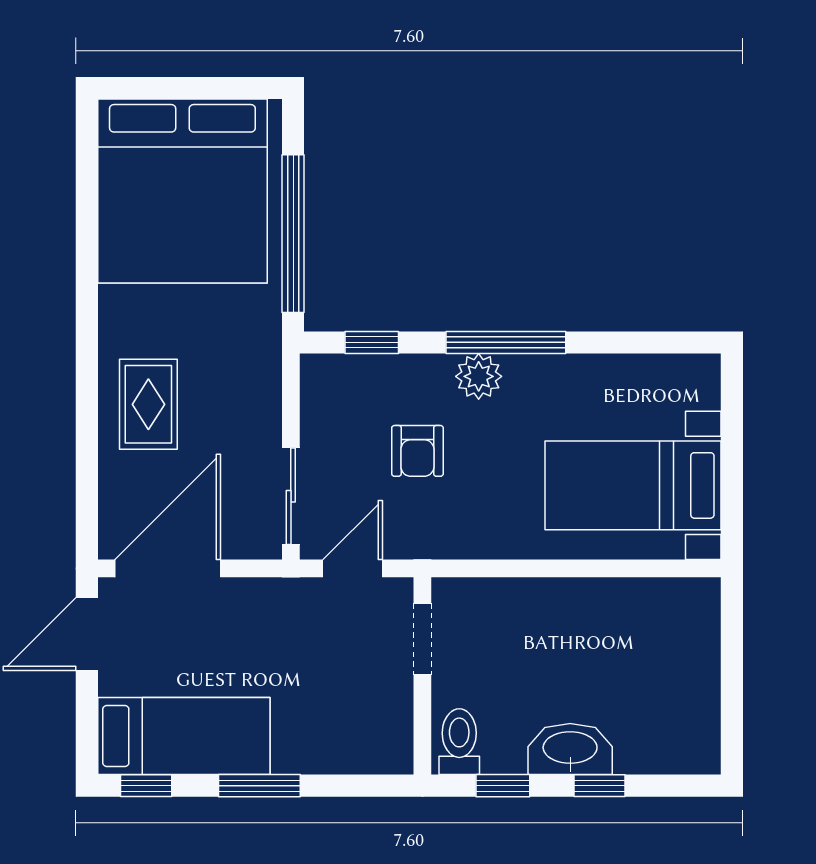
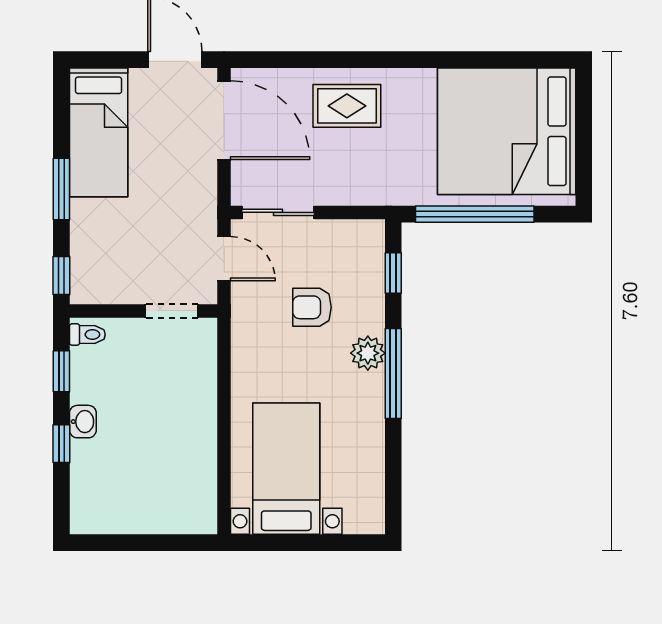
toilet: (459, 742) -> (87, 335), width x0.73, depth x0.72
washbasin: (570, 749) -> (83, 422), width x0.52, depth x0.69
window: (146, 786) -> (61, 275), moved

